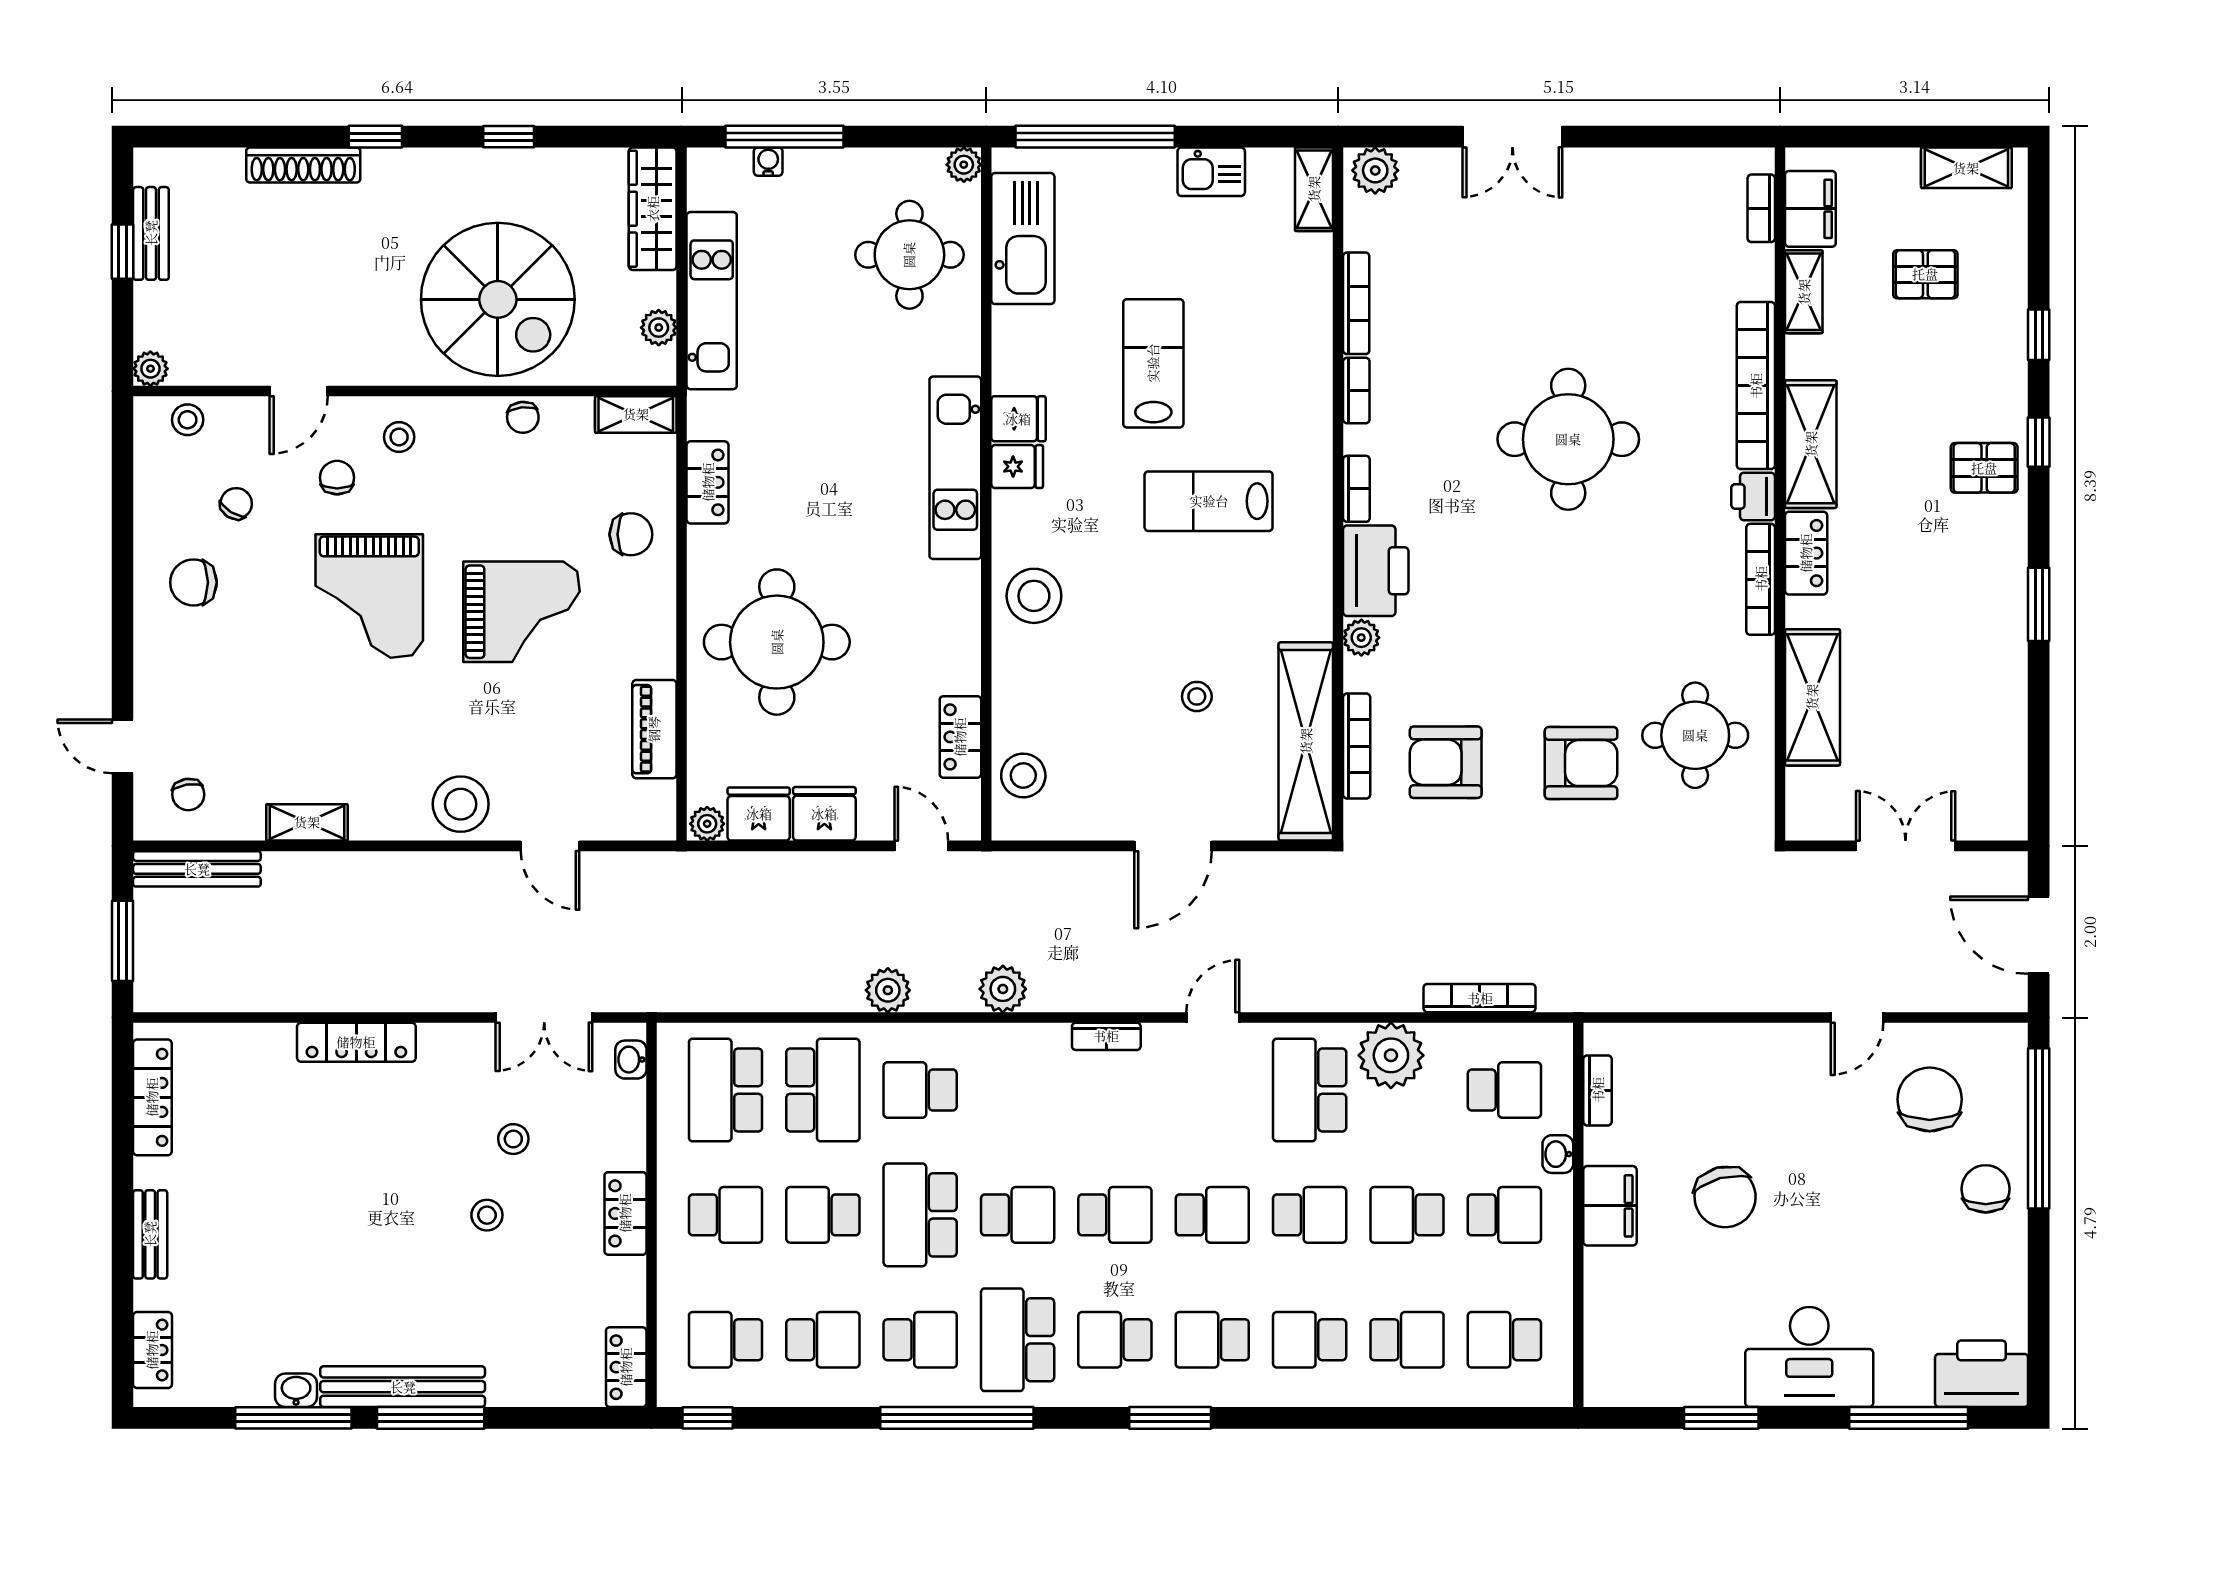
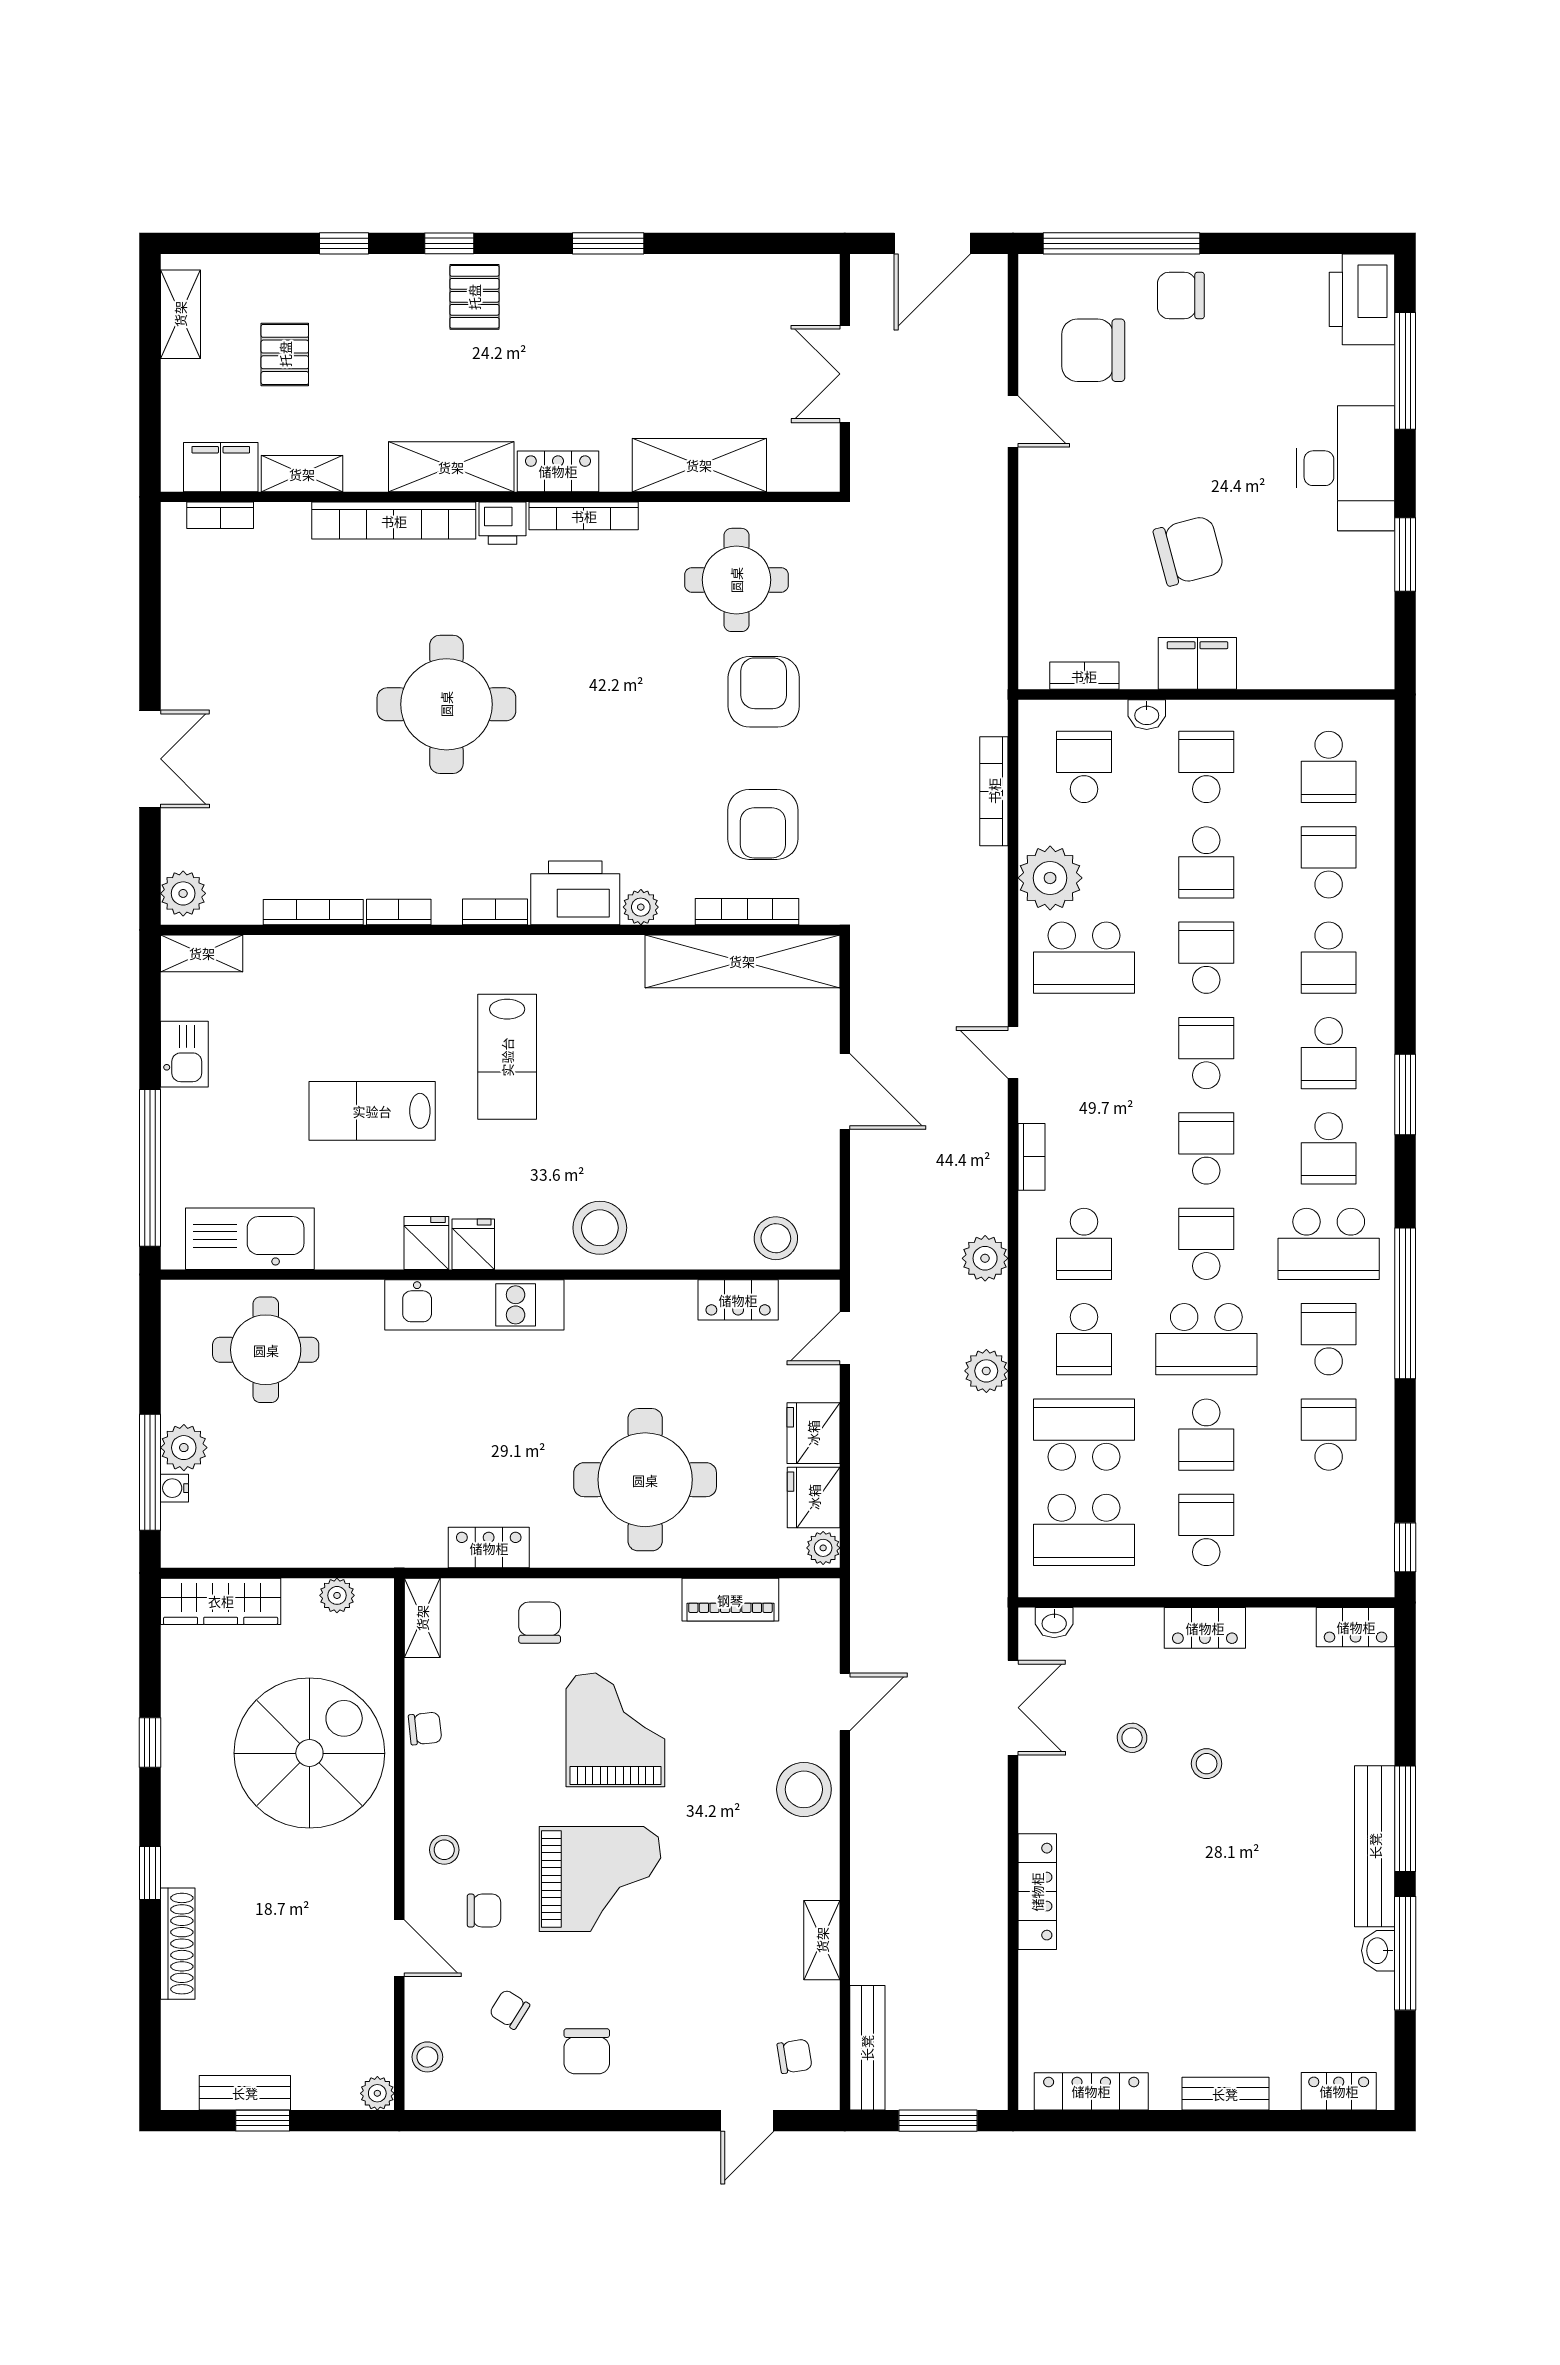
plant: (964, 165) -> (184, 1448), moved, width x1.38, depth x1.38
kitchen unit: (712, 301) -> (311, 1543), removed
chair: (337, 478) -> (484, 1911), turned 180
stool: (1197, 696) -> (698, 1068), removed
school desk: (726, 1340) -> (1084, 1244), moved

